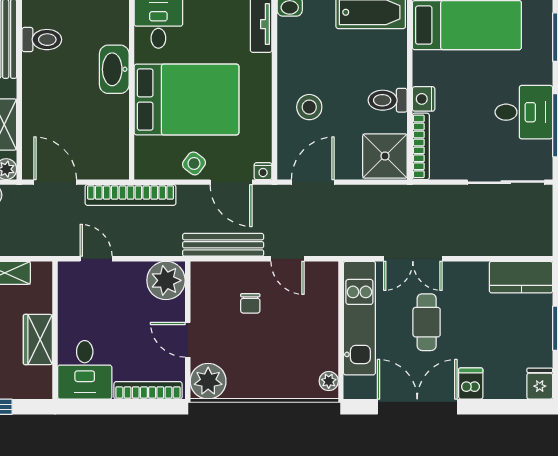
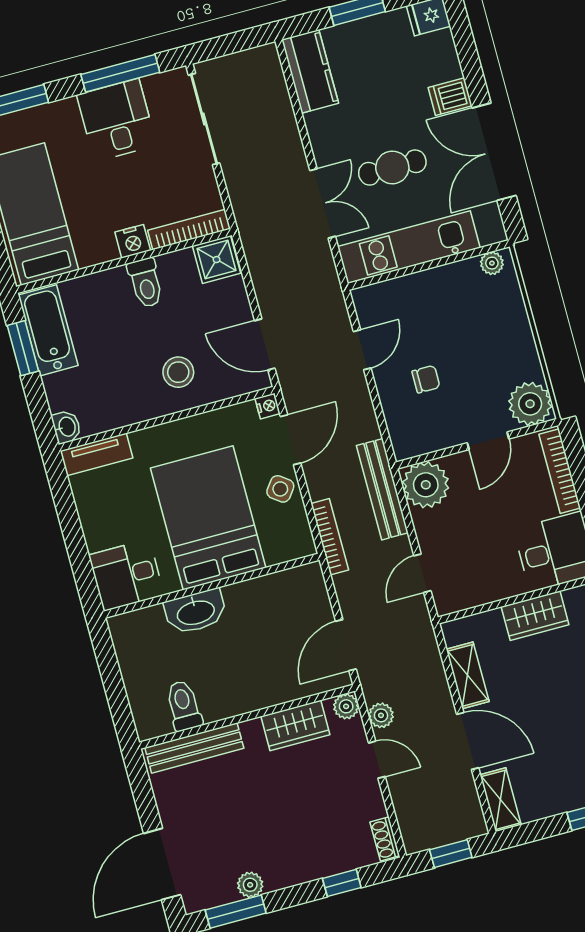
shower: (385, 156) -> (217, 260), width x0.73, depth x0.73
bookcase: (130, 195) -> (330, 537), width x0.68, depth x0.76
bench: (223, 245) -> (382, 489), moved

